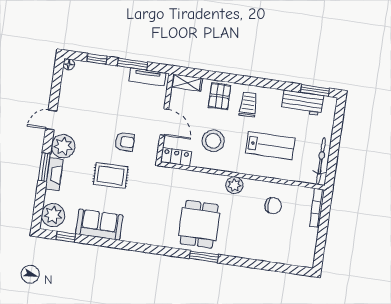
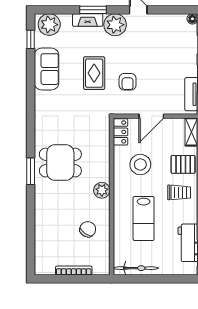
chair: (273, 206) -> (88, 229), turned -146
bookcase: (317, 208) -> (74, 271), moved

